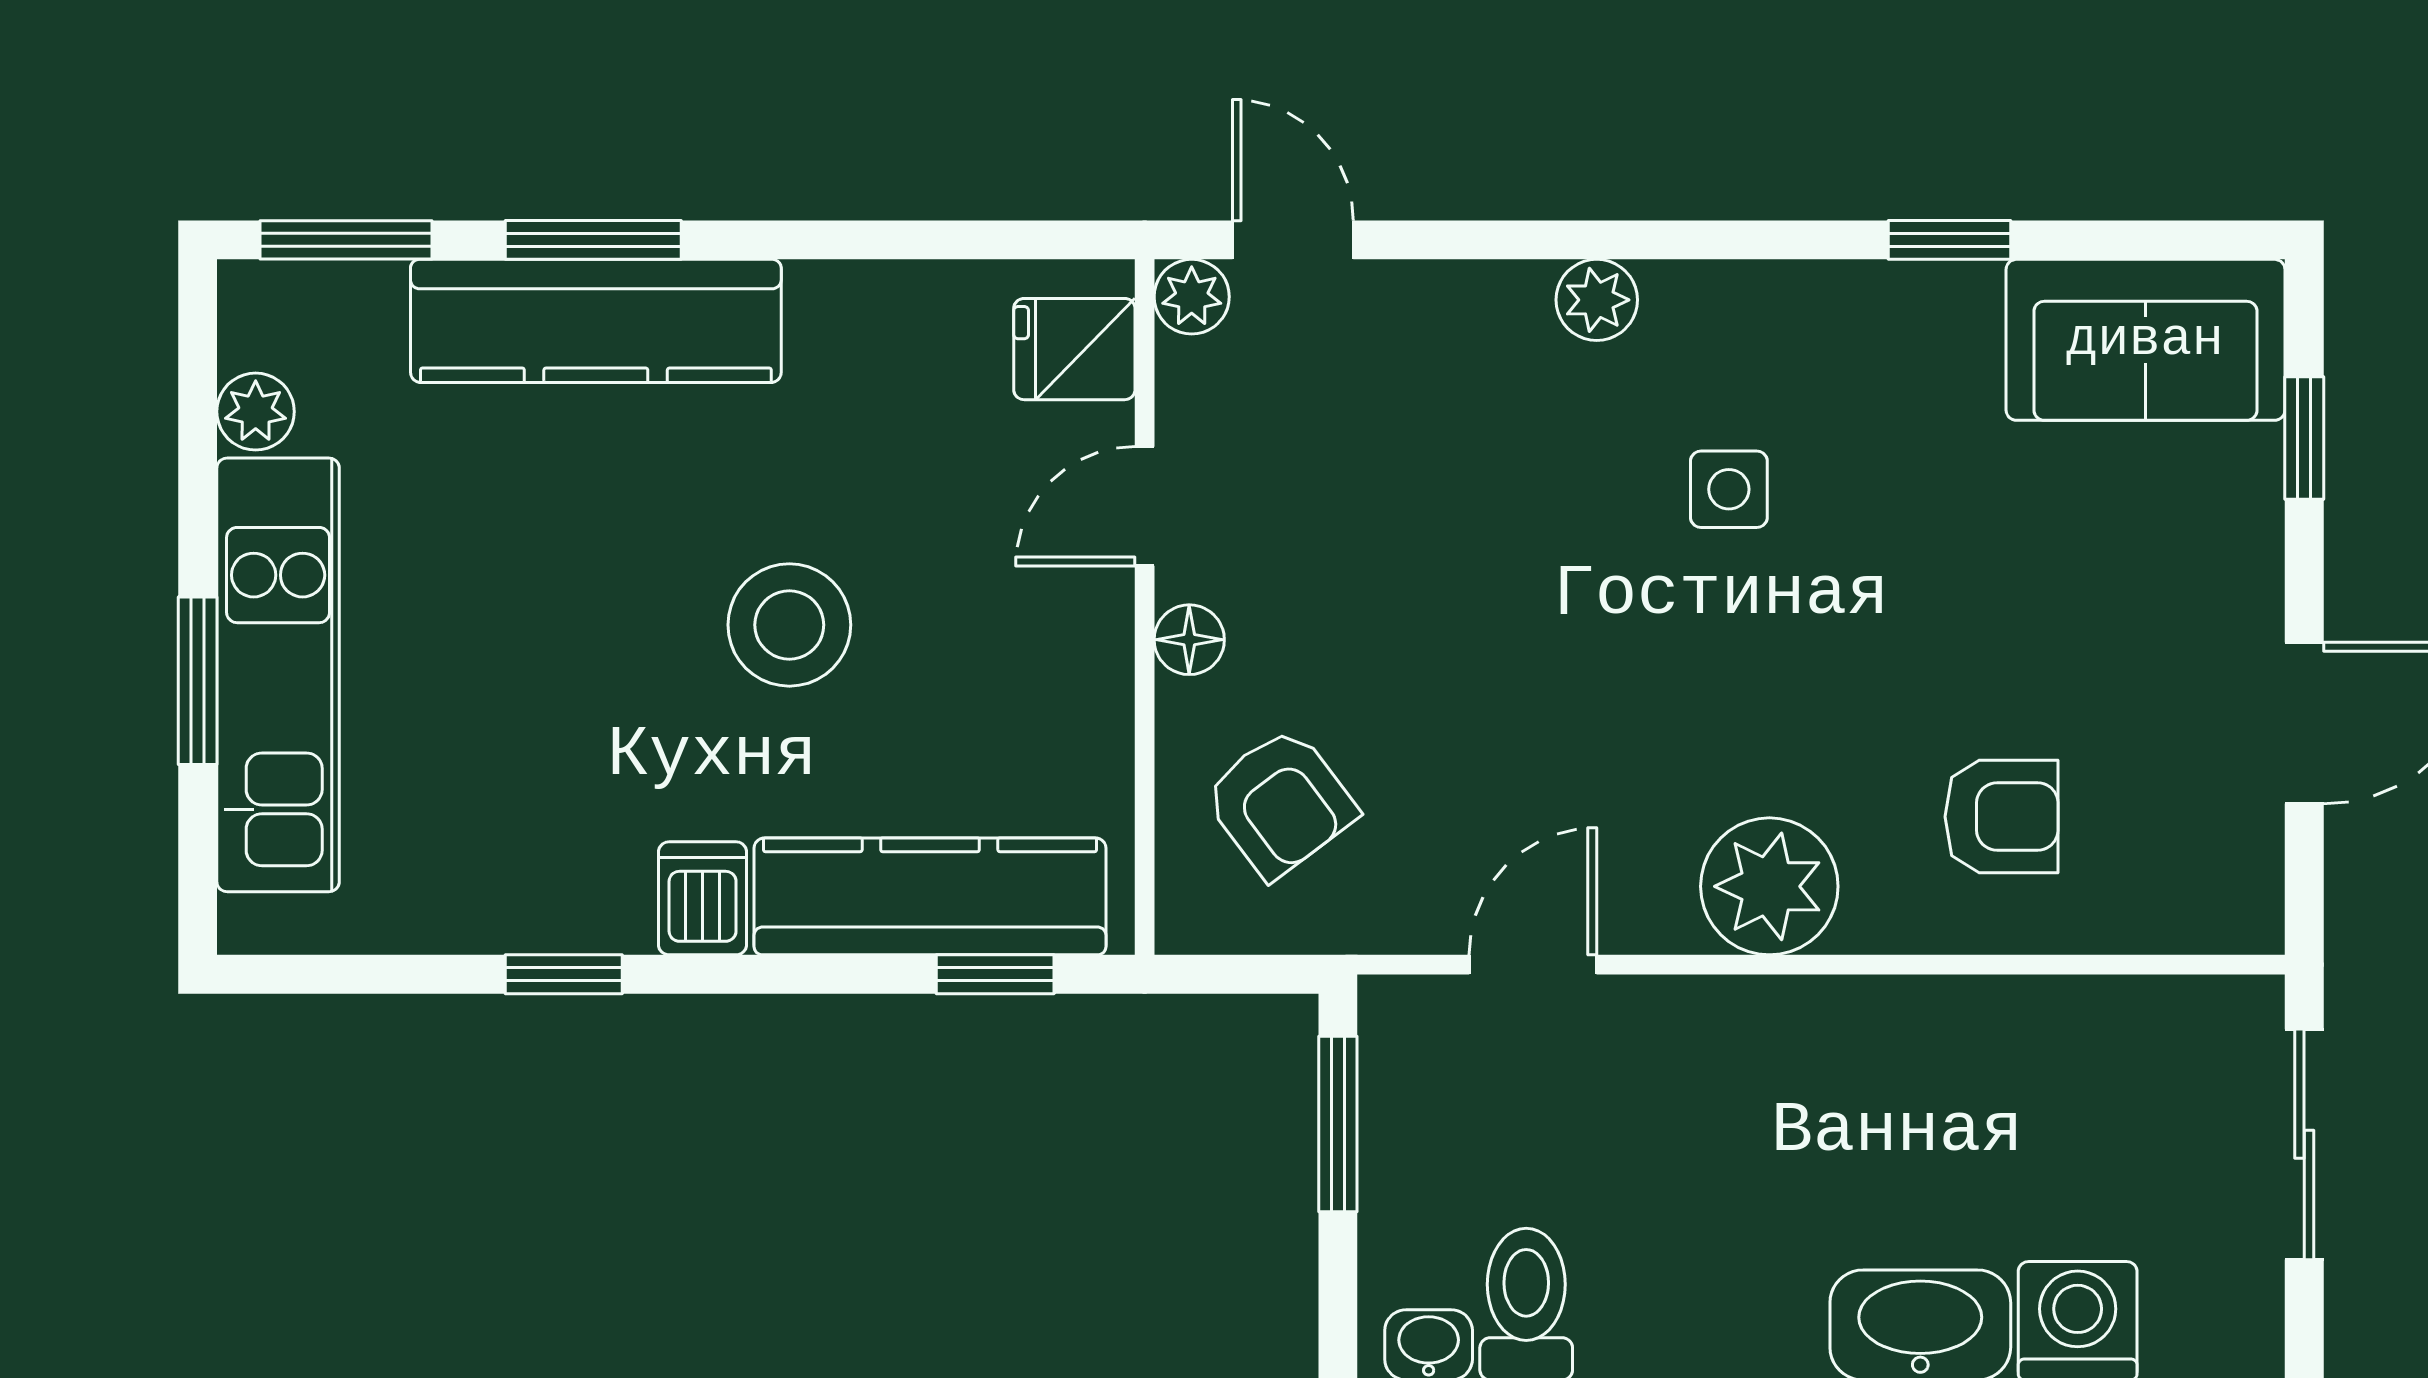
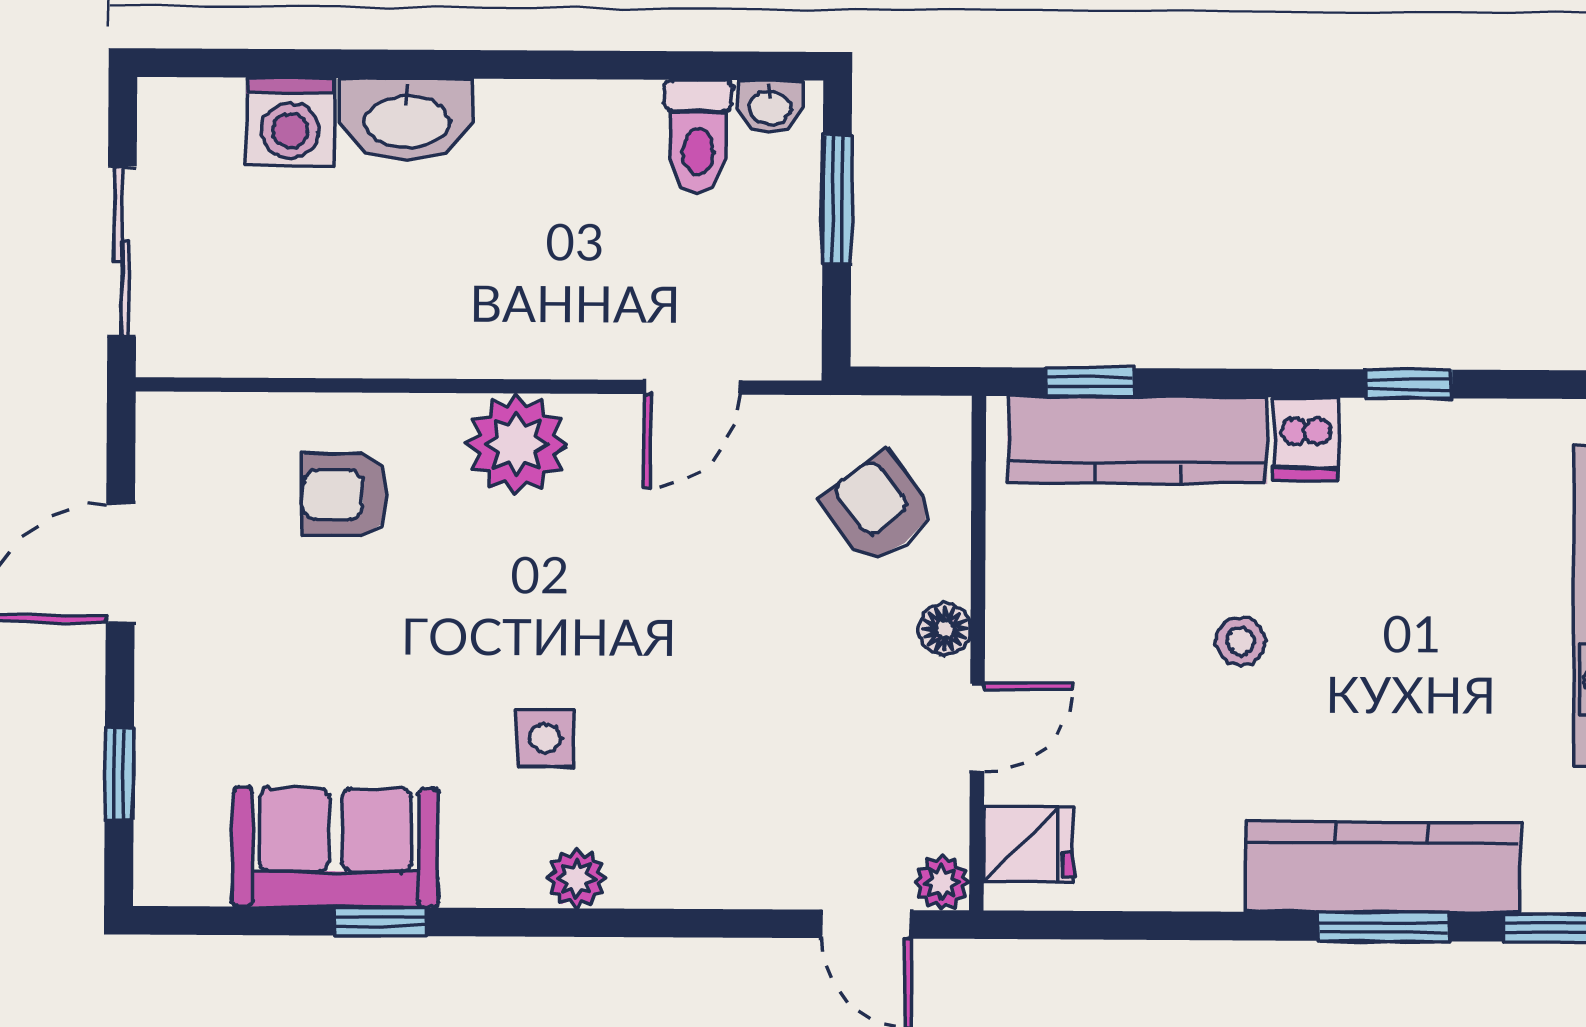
plant: (1597, 300) -> (577, 878), moved
sofa: (2145, 340) -> (335, 847), moved
stool: (789, 625) -> (1240, 641), width x0.53, depth x0.53
window: (1338, 1124) -> (837, 199), moved

